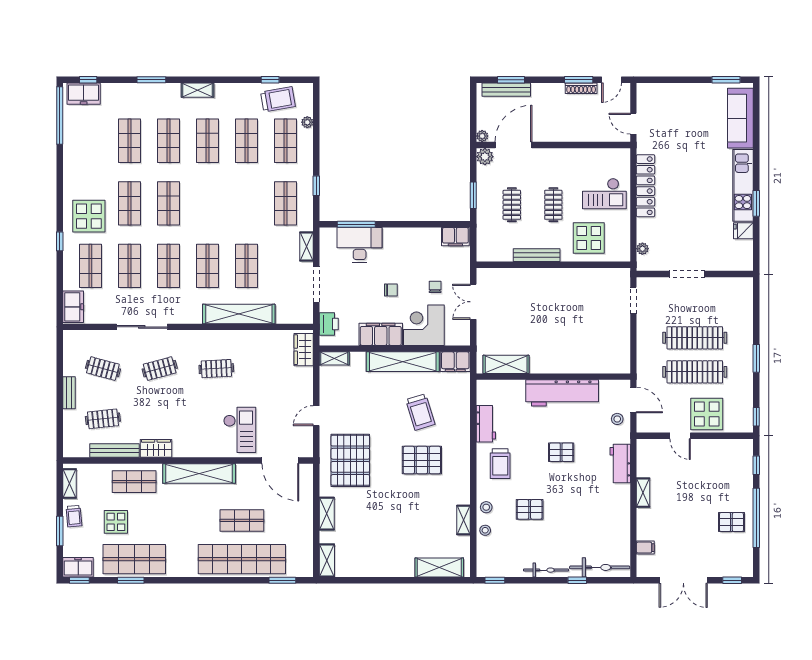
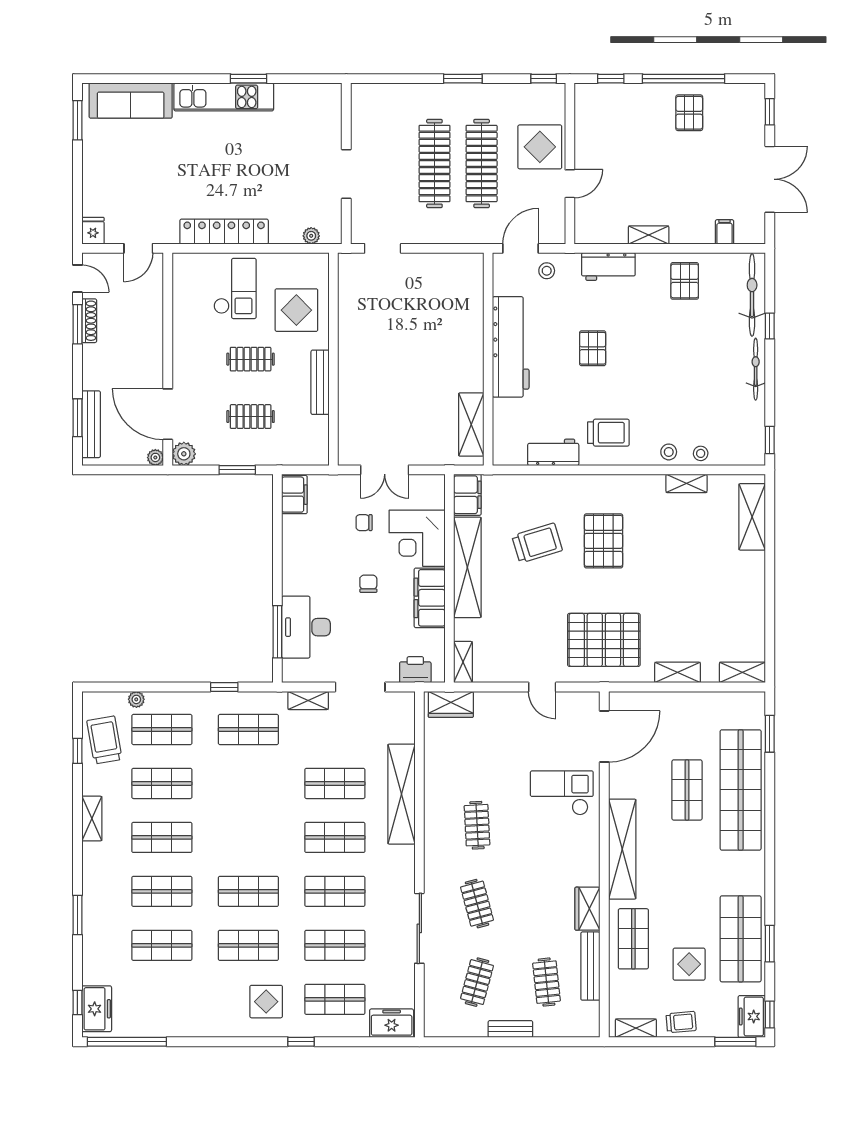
shelving: (198, 90) -> (92, 819), moved
display table: (89, 216) -> (266, 1002), width x0.73, depth x0.73
fridge: (743, 231) -> (93, 231), moved, turned 180
pallet: (530, 509) -> (685, 281), moved
window: (60, 531) -> (735, 1042), moved

